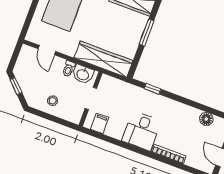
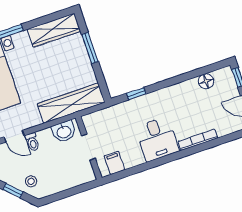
toilet: (69, 69) -> (32, 142), moved
stool: (53, 101) -> (31, 181), moved

